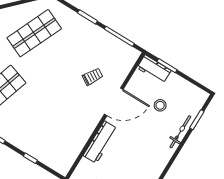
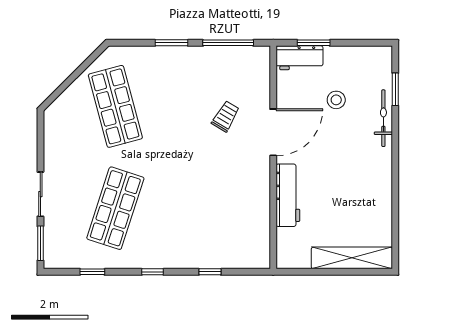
shop shelf: (34, 33) -> (115, 106), turned -39

